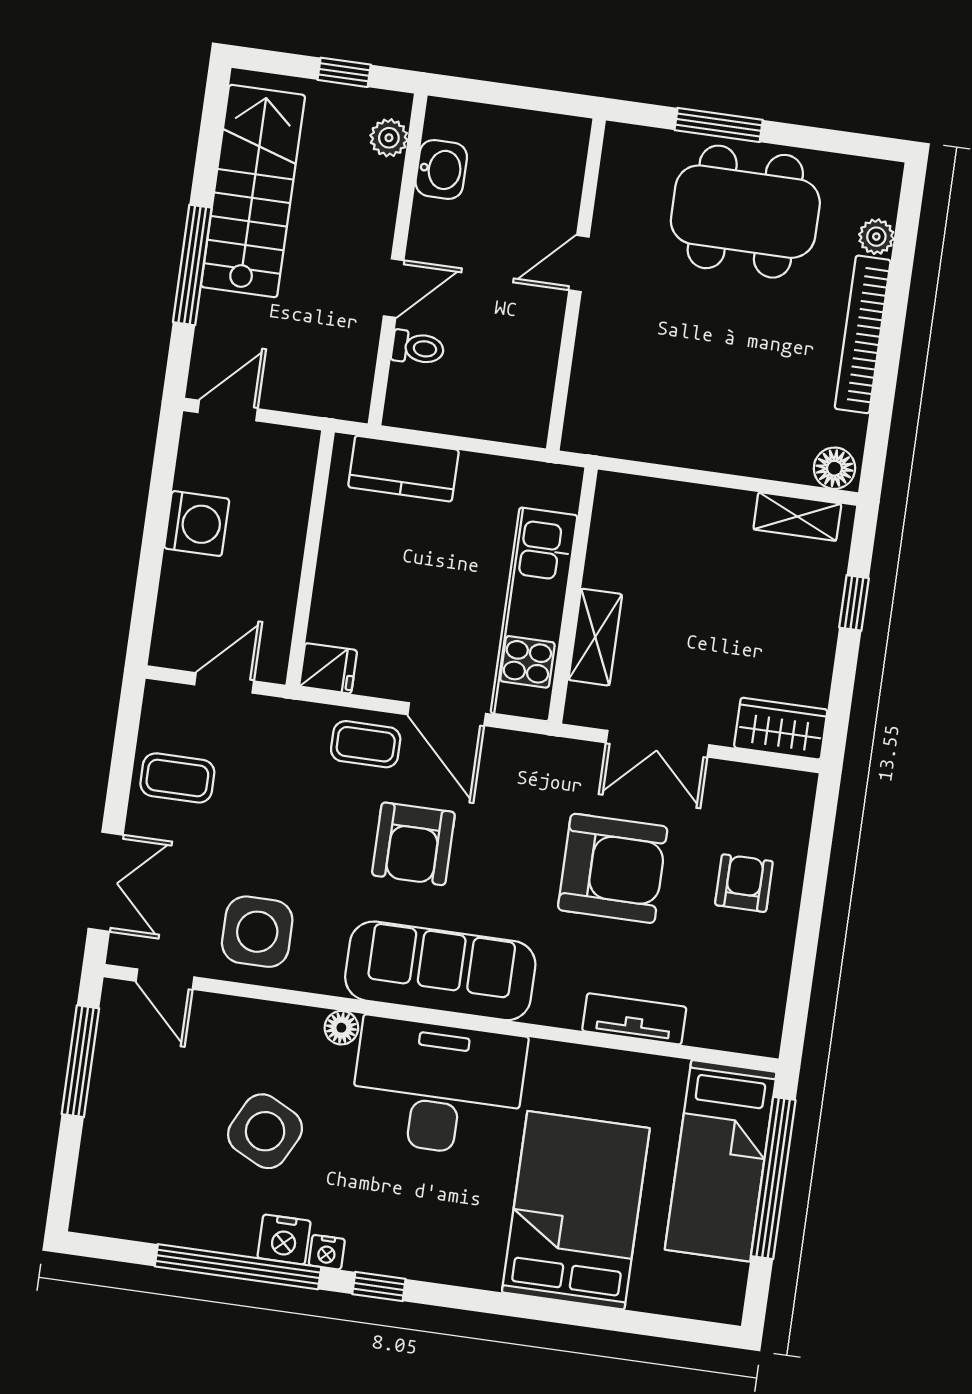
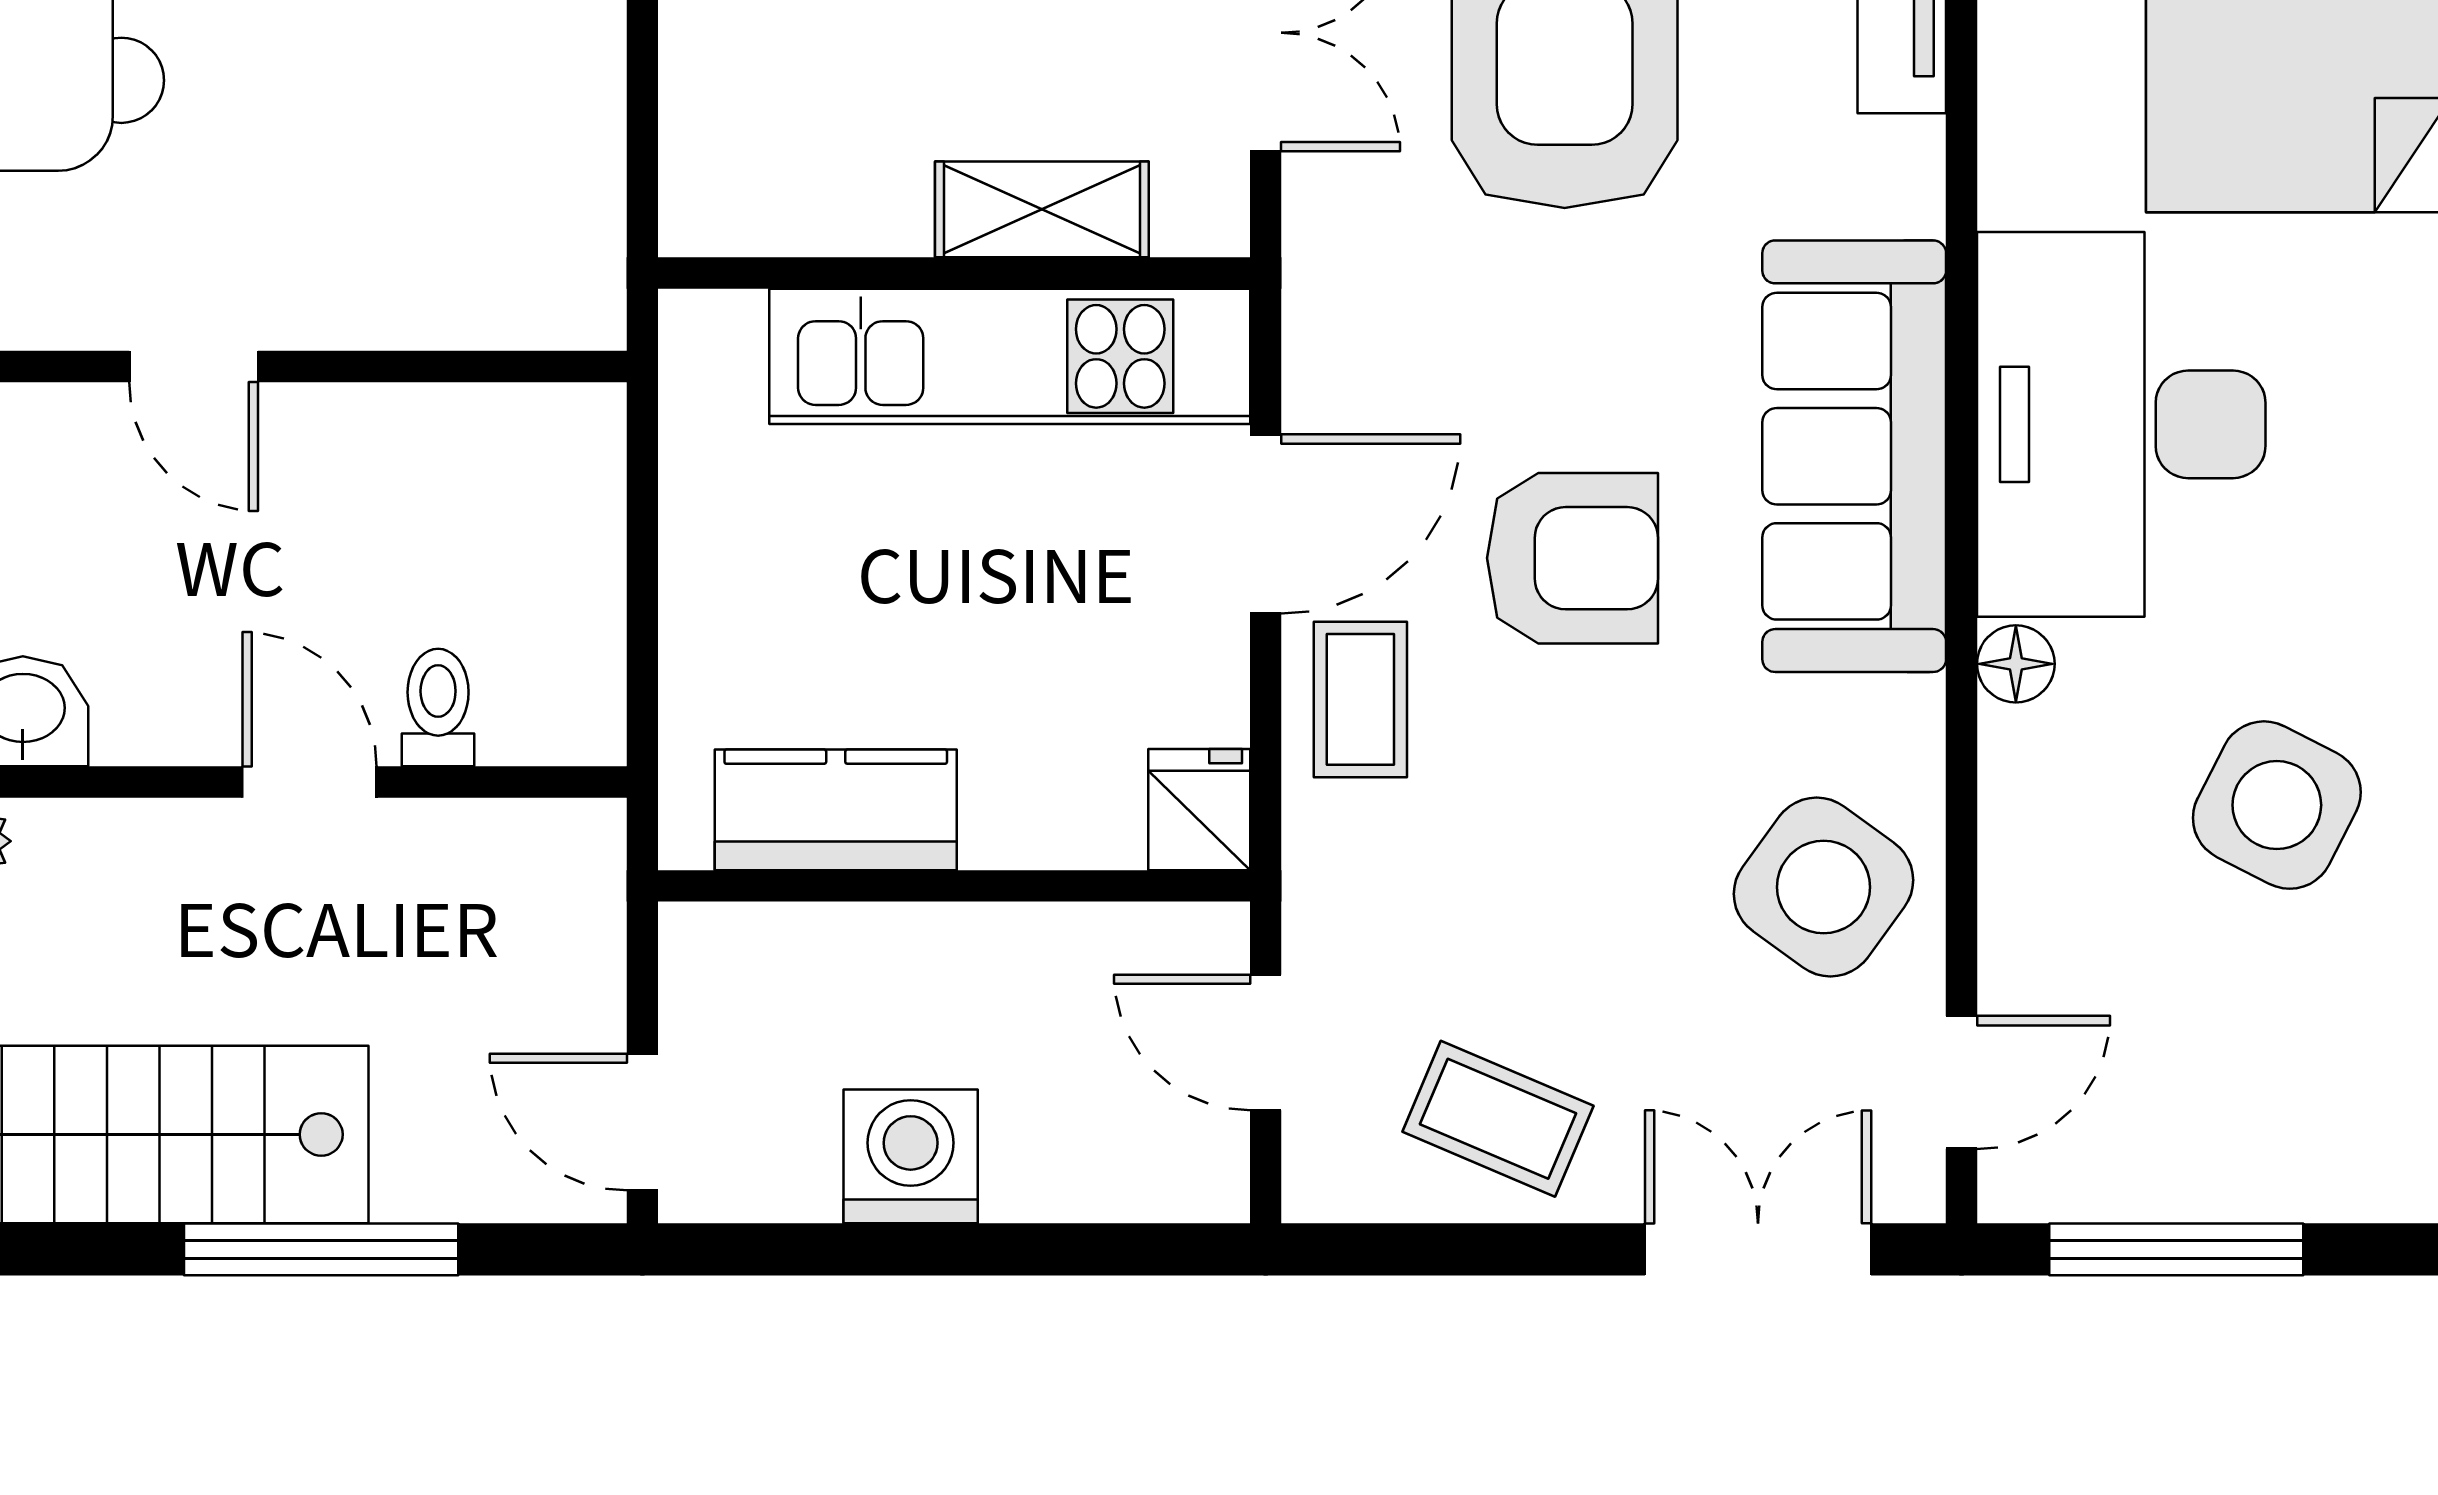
kitchen counter: (403, 469) -> (836, 810), moved, turned -90
coffee table: (177, 778) -> (1498, 1119), turned -67
side table: (257, 932) -> (1824, 887), turned 36

